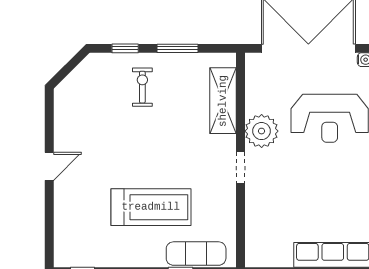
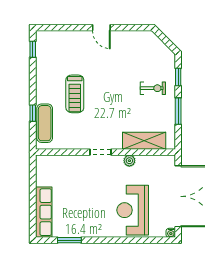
plant: (262, 131) -> (129, 161), width x0.53, depth x0.53
treadmill: (151, 207) -> (75, 94), width x0.73, depth x0.73

